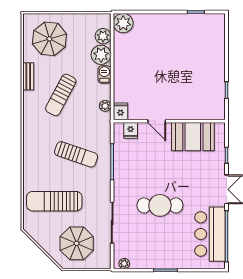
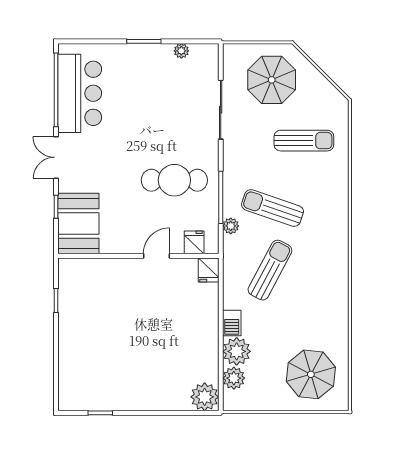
bench: (28, 76) -> (341, 320), removed
sun lounger: (61, 95) -> (270, 270), moved
plant: (105, 106) -> (231, 226), moved
door: (157, 121) -> (156, 256), hinge flipped
booth: (193, 137) -> (78, 223), moved, turned 90
sun lounger: (54, 201) -> (304, 141), width x0.73, depth x0.75
cafe table: (160, 205) -> (174, 180), moved
plant: (124, 264) -> (181, 51), moved

